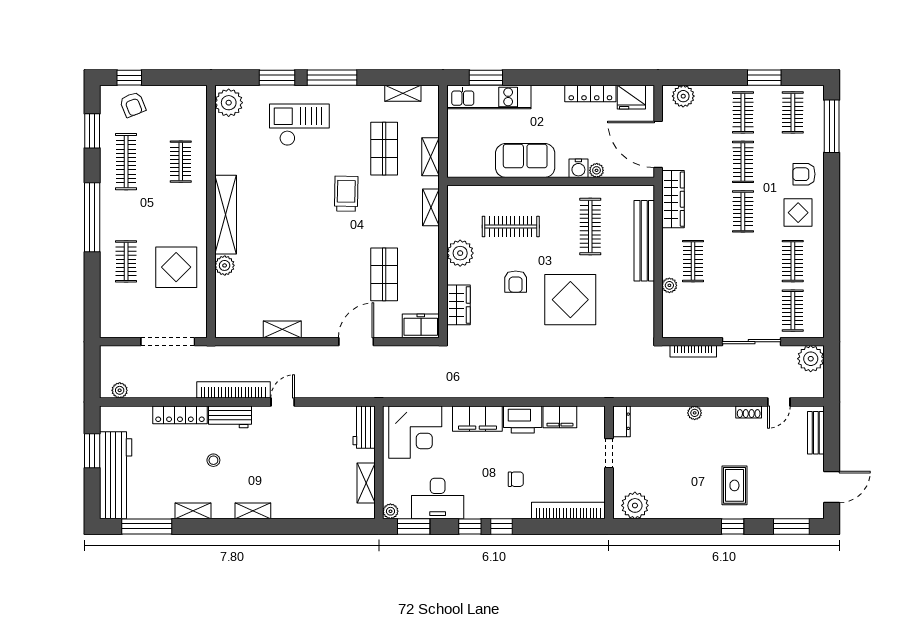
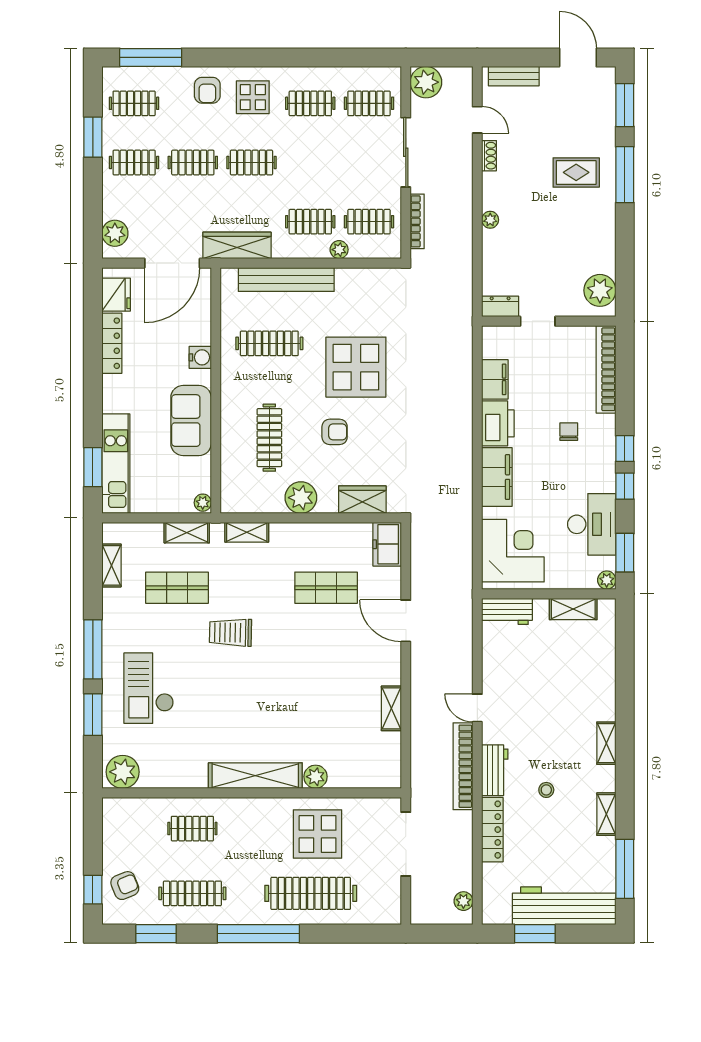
plant: (597, 170) -> (203, 503), moved
clothes rail: (126, 261) -> (311, 893), width x1.86, depth x1.31
clothes rail: (693, 311) -> (369, 222), added
window: (733, 526) -> (625, 175), width x2.17

